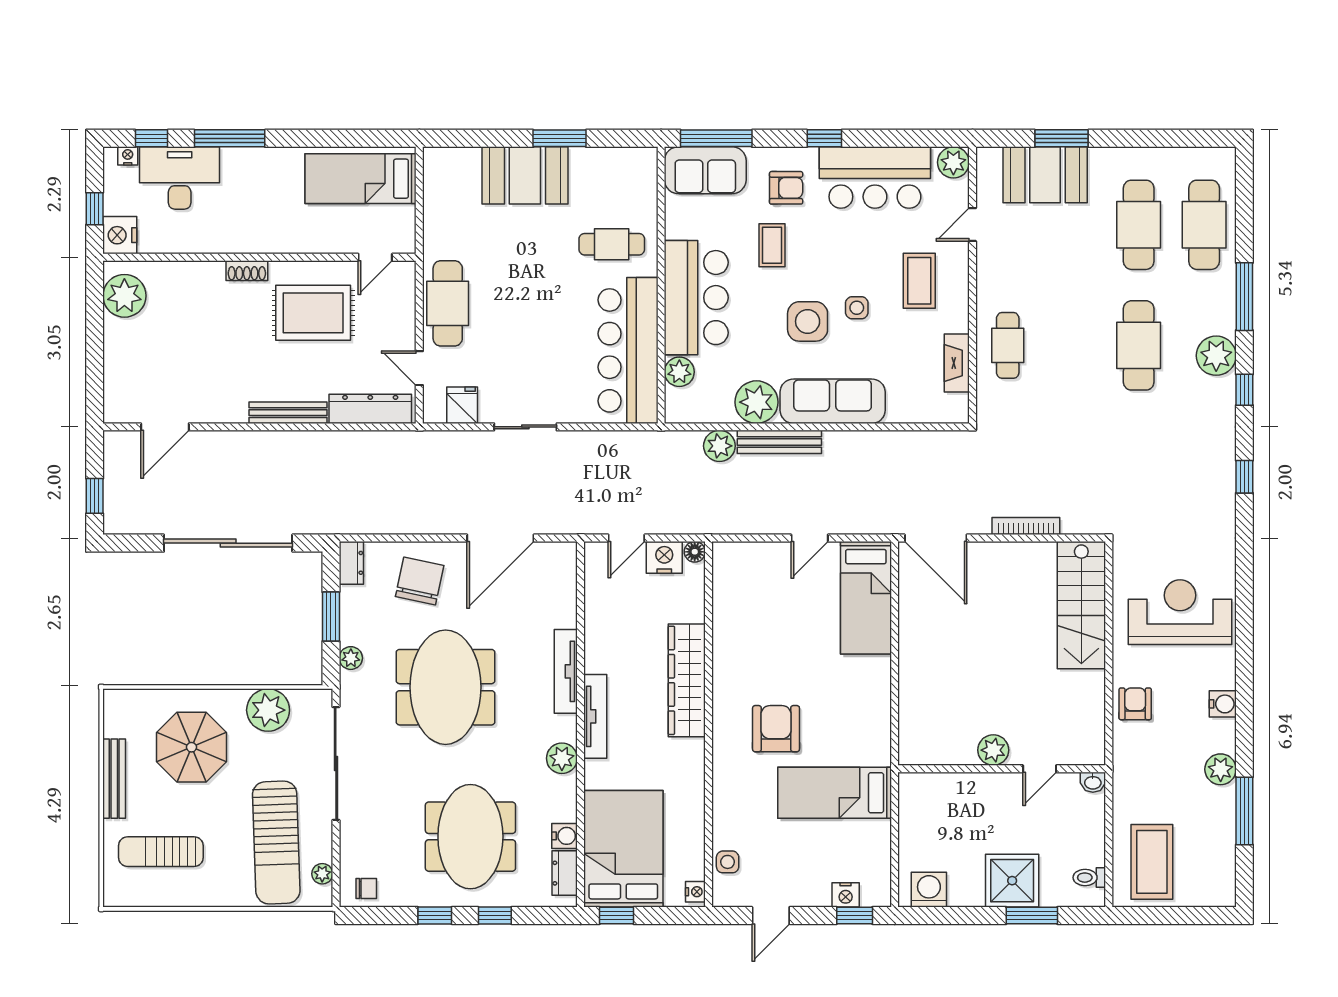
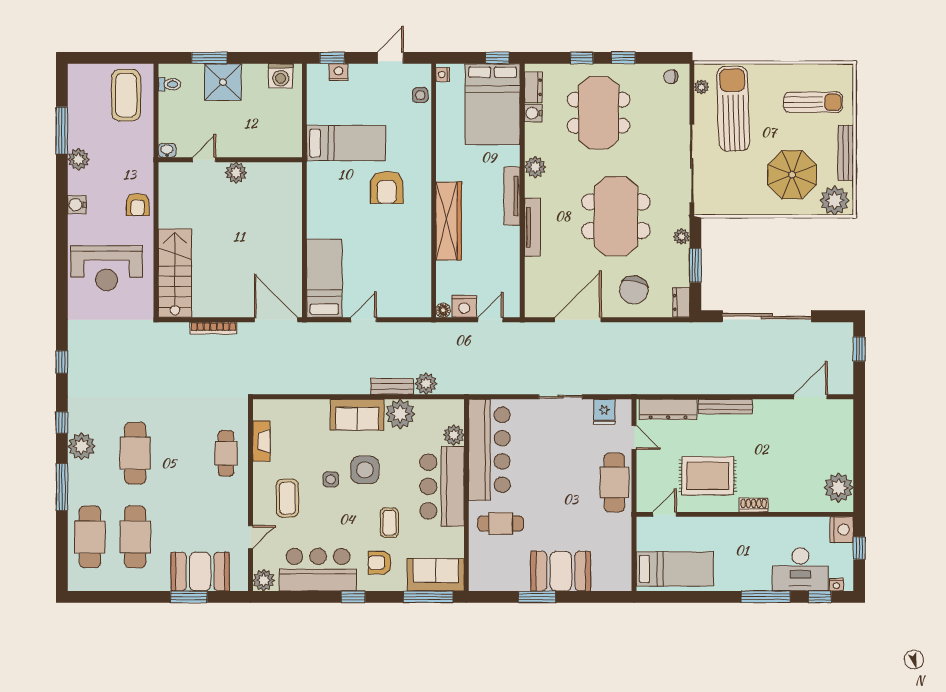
sofa: (833, 401) -> (357, 415), width x0.73
bench: (779, 442) -> (392, 386), width x0.73
plant: (268, 710) -> (835, 200), moved

